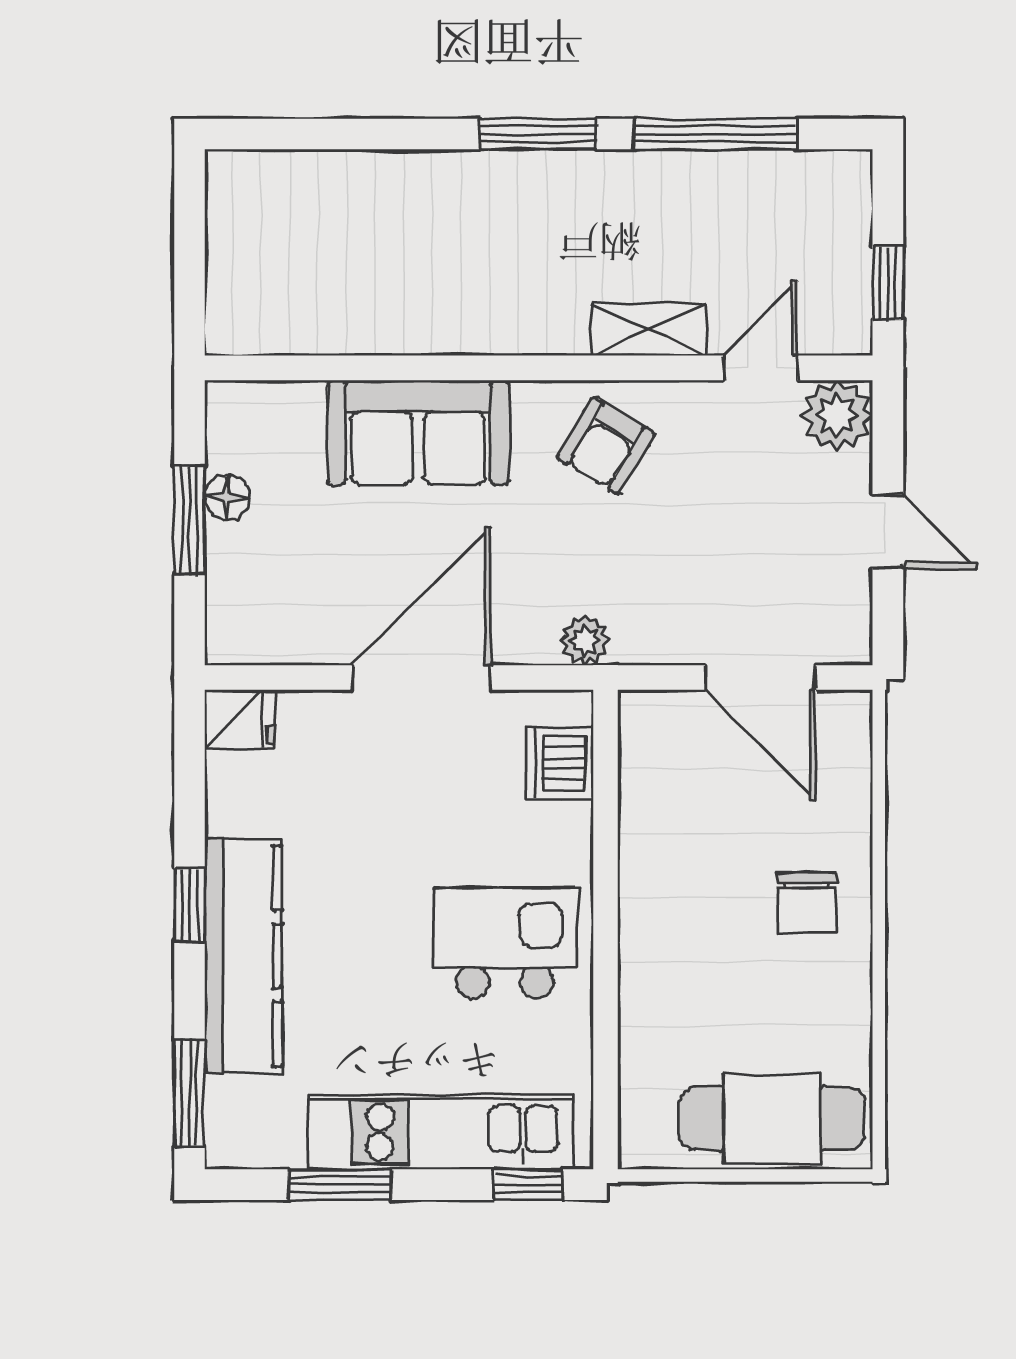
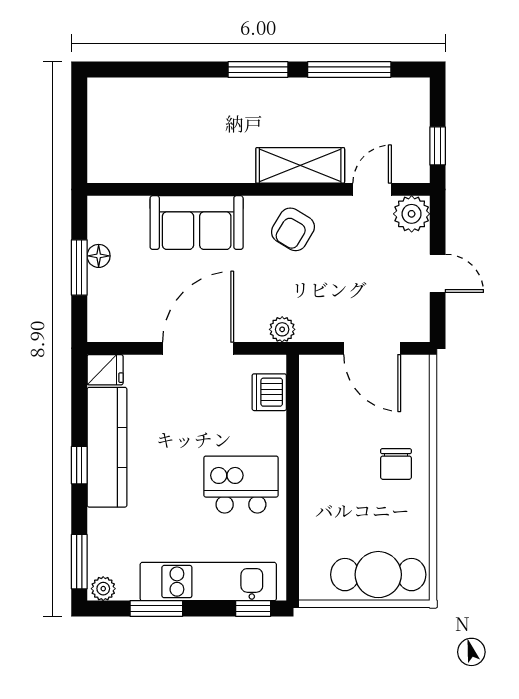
shelving: (649, 330) -> (300, 165), width x1.50, depth x1.33
kitchen counter: (244, 956) -> (107, 447), moved
plant: (236, 1146) -> (103, 589), added

